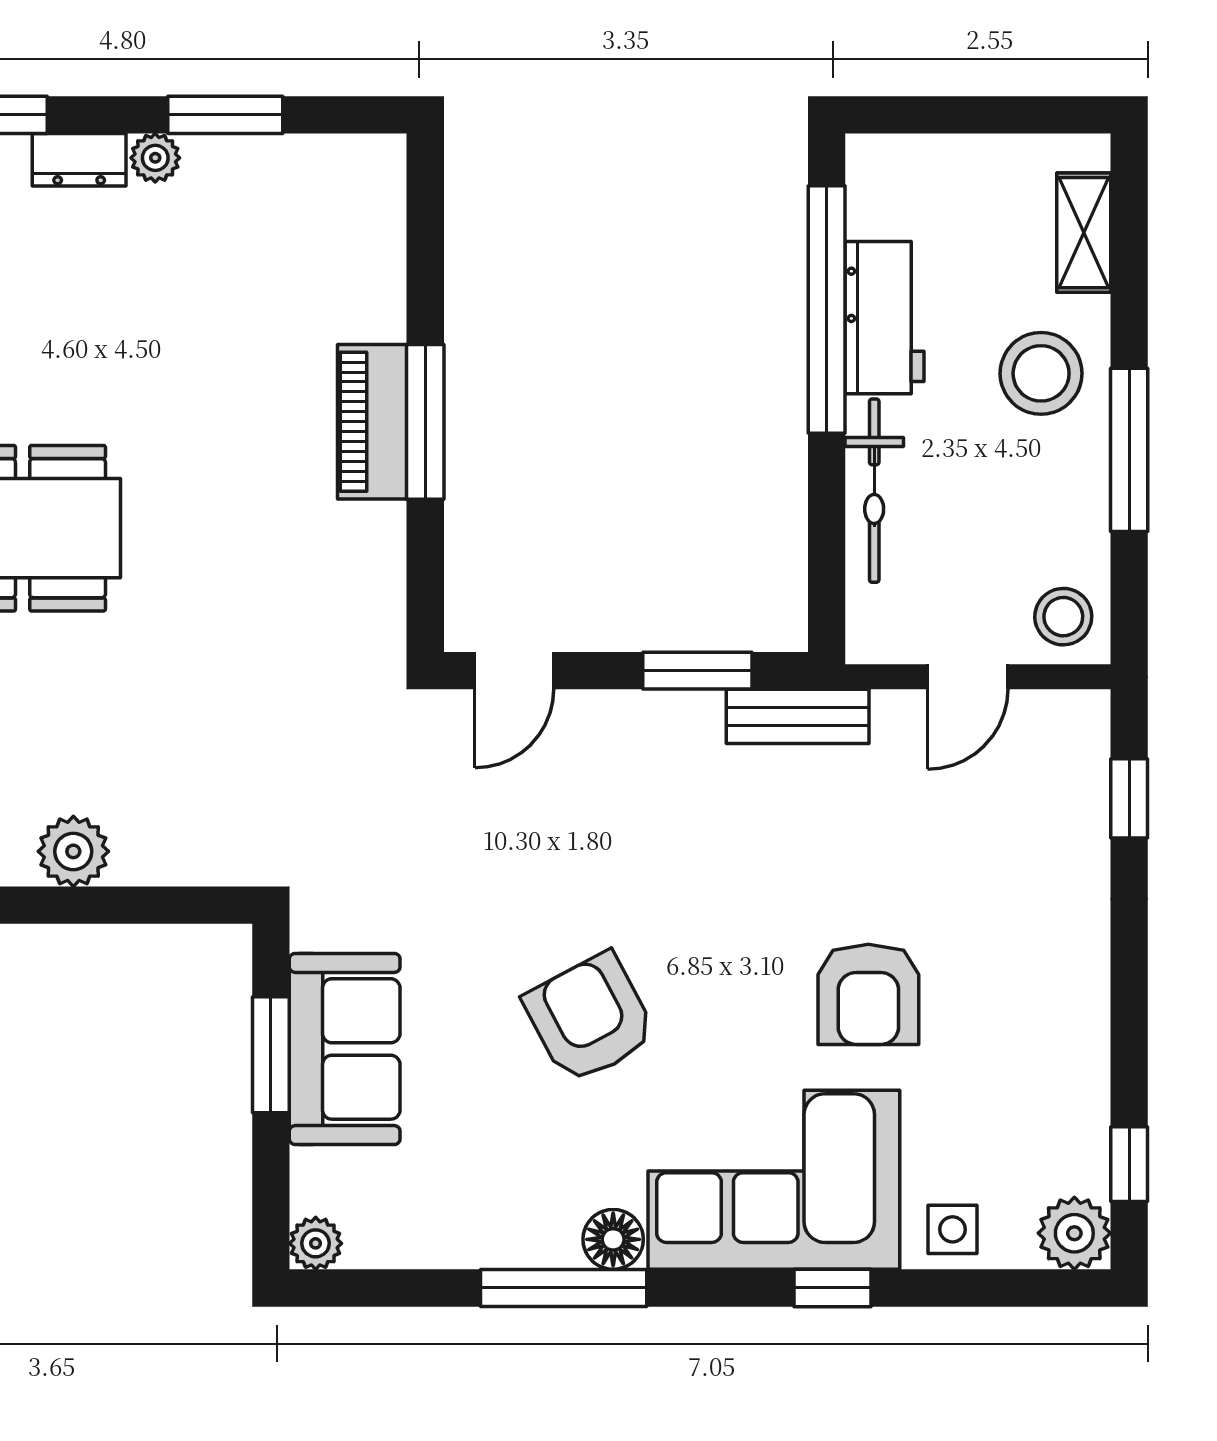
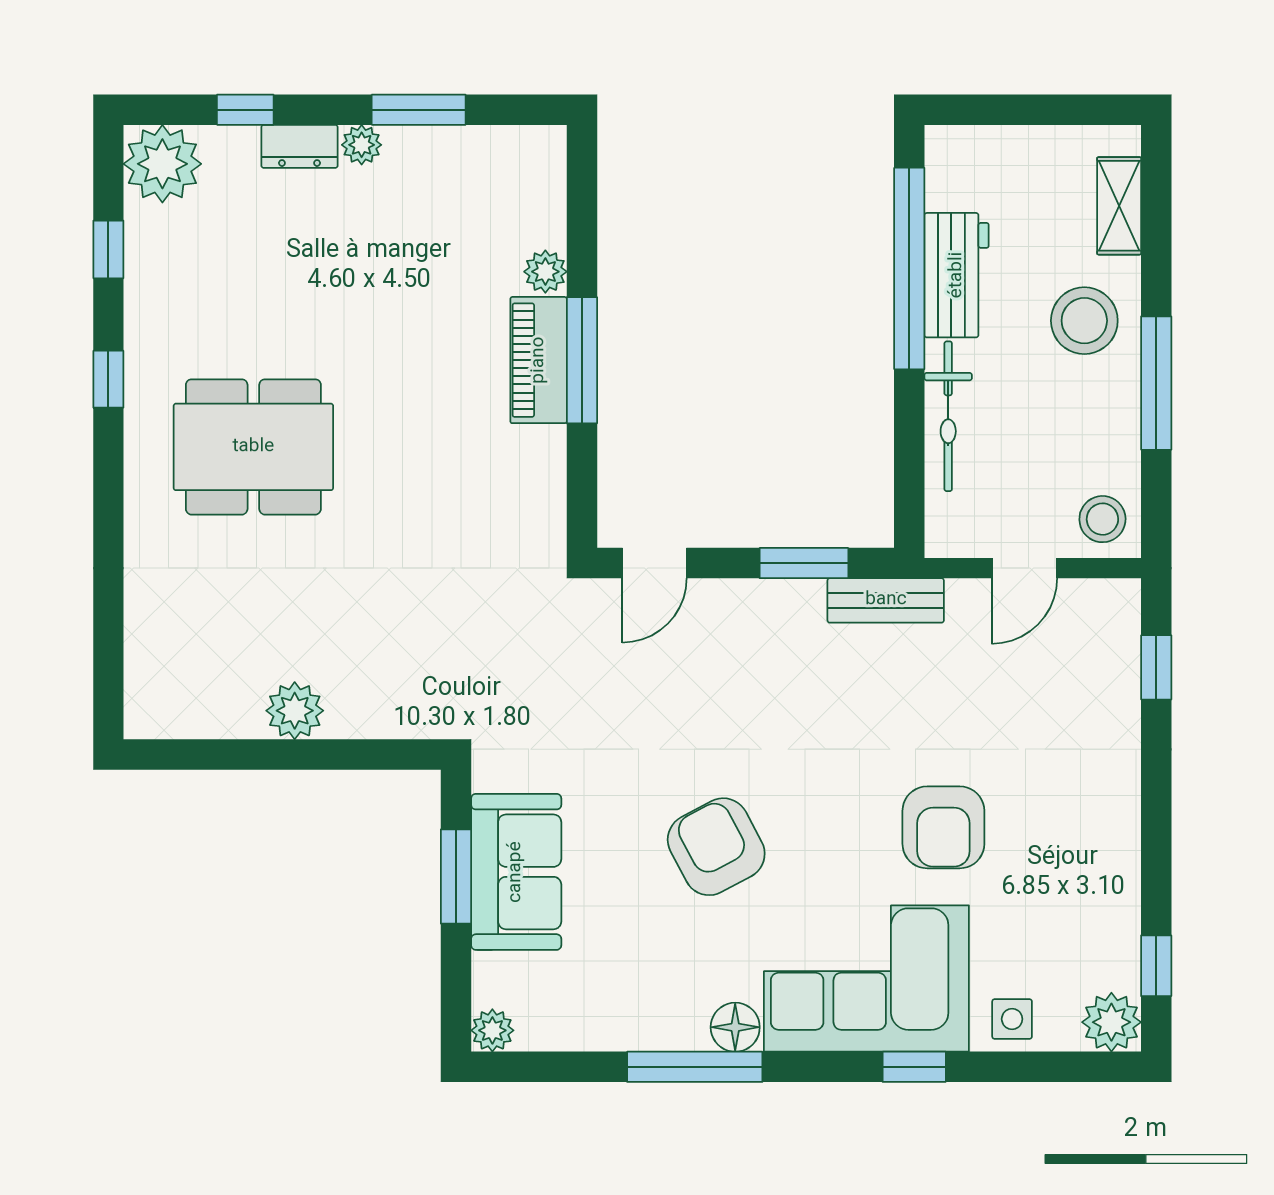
plant: (381, 313) -> (545, 272), added

